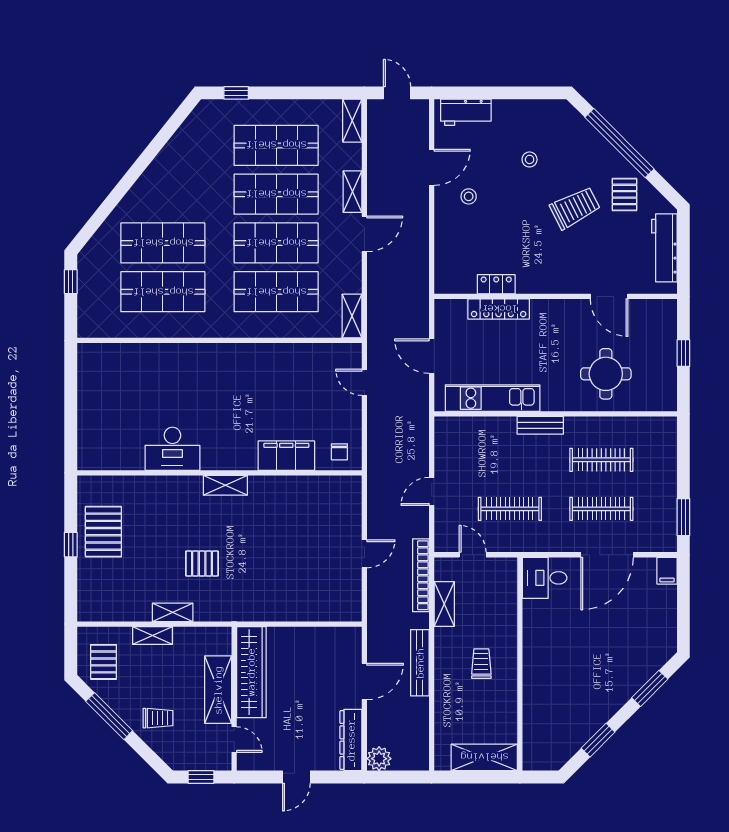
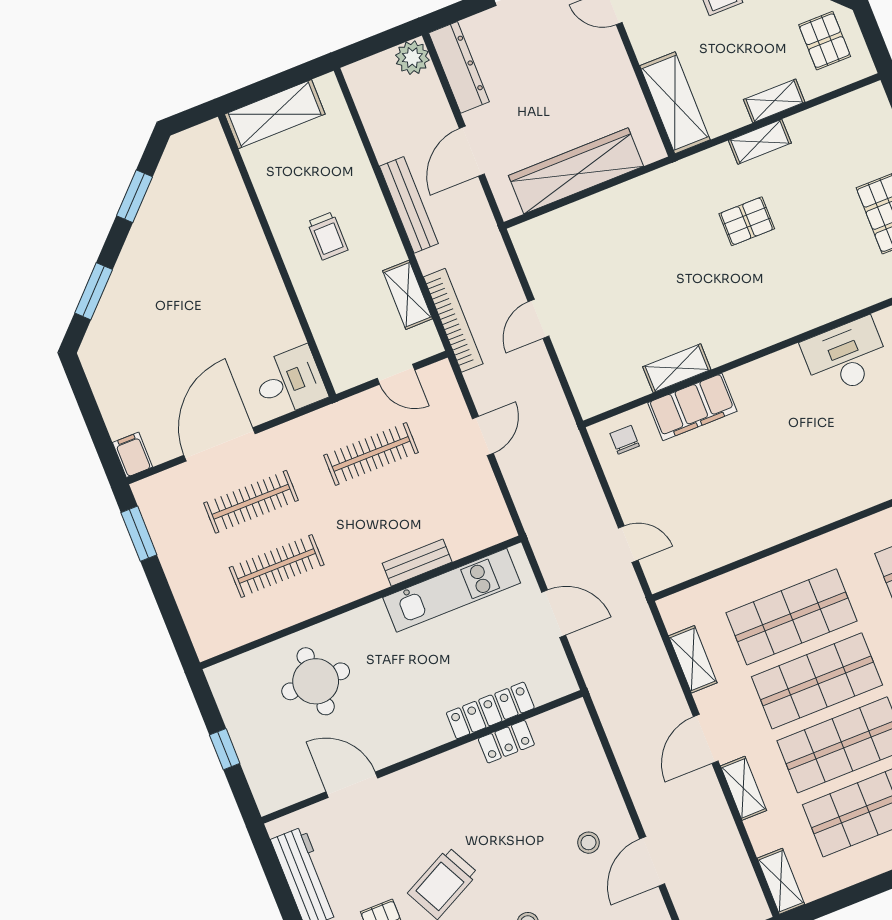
shelving: (352, 316) -> (693, 659), moved
bench: (540, 425) -> (417, 563), moved
shelving: (225, 485) -> (677, 368), moved
wardrobe: (251, 672) -> (576, 171), moved, turned 90
shelving: (218, 690) -> (675, 103), moved

